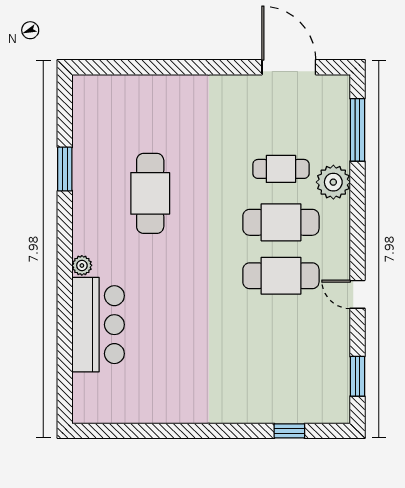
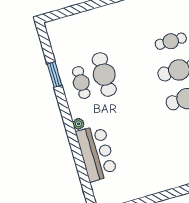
cafe table: (107, 196) -> (81, 83), added

